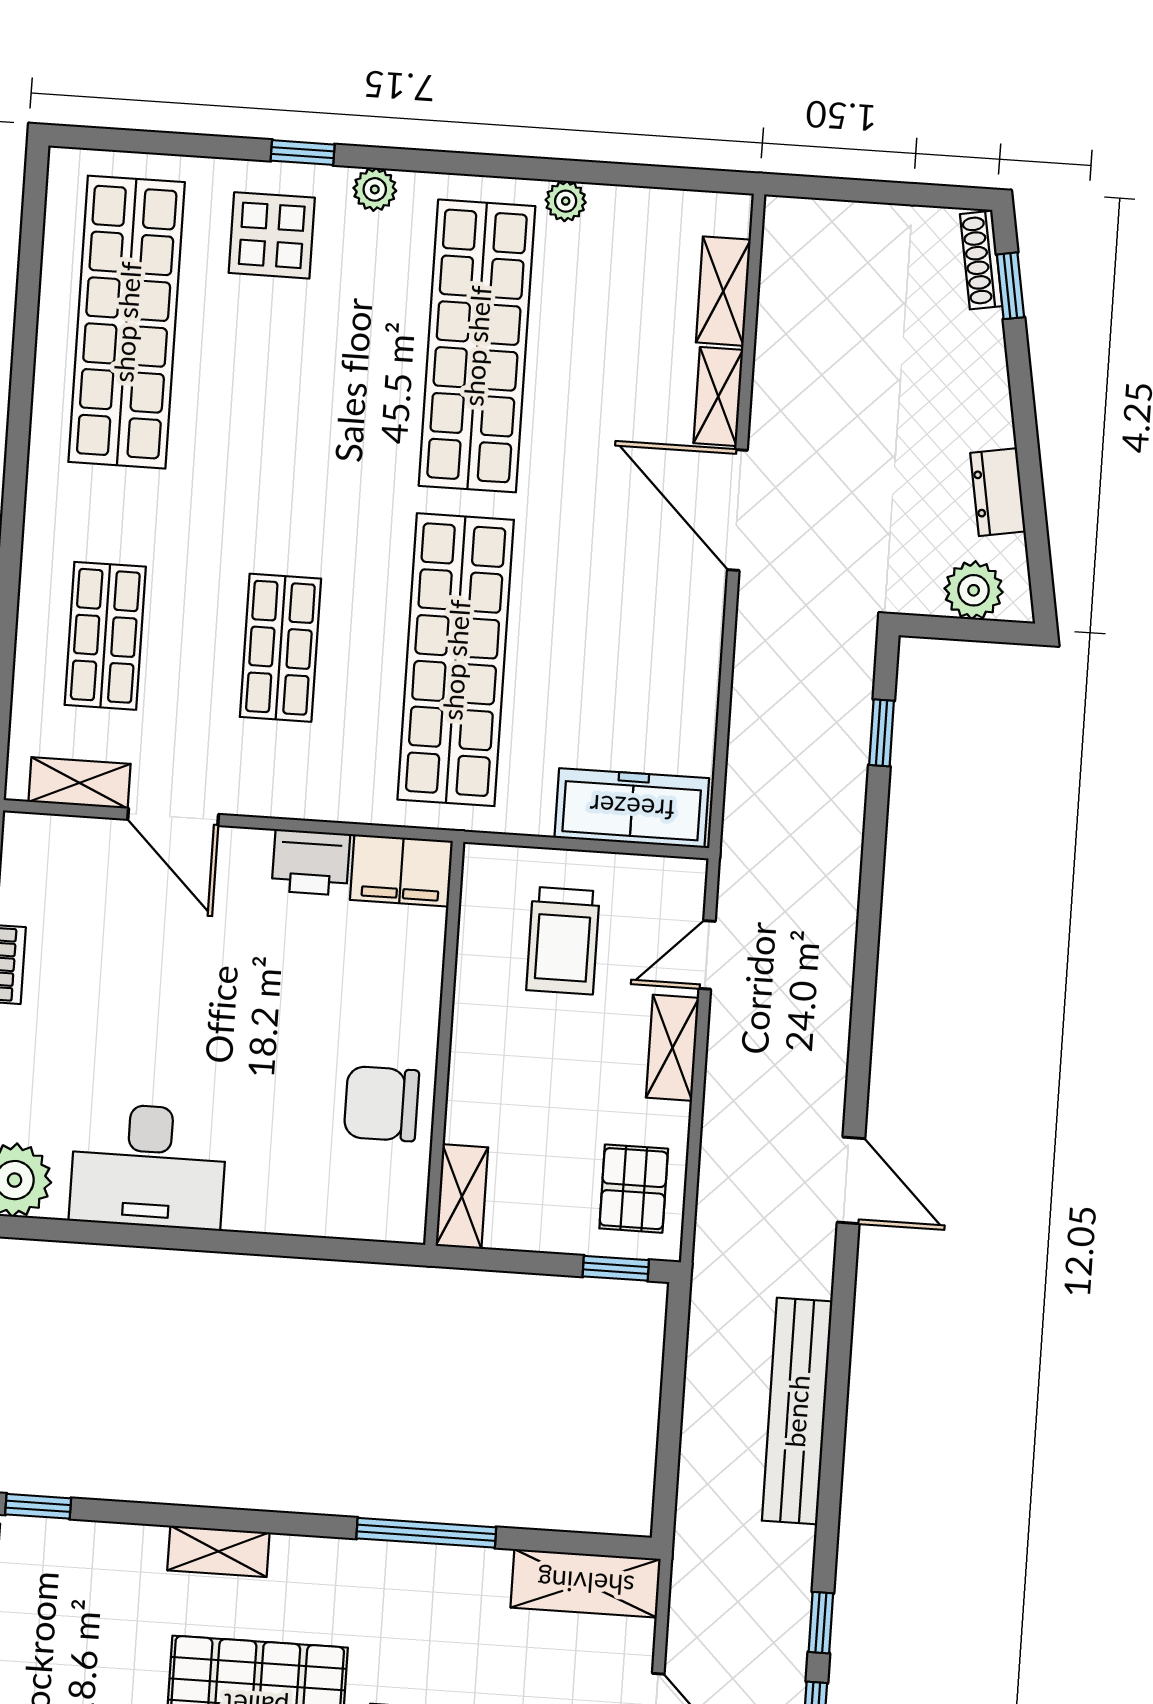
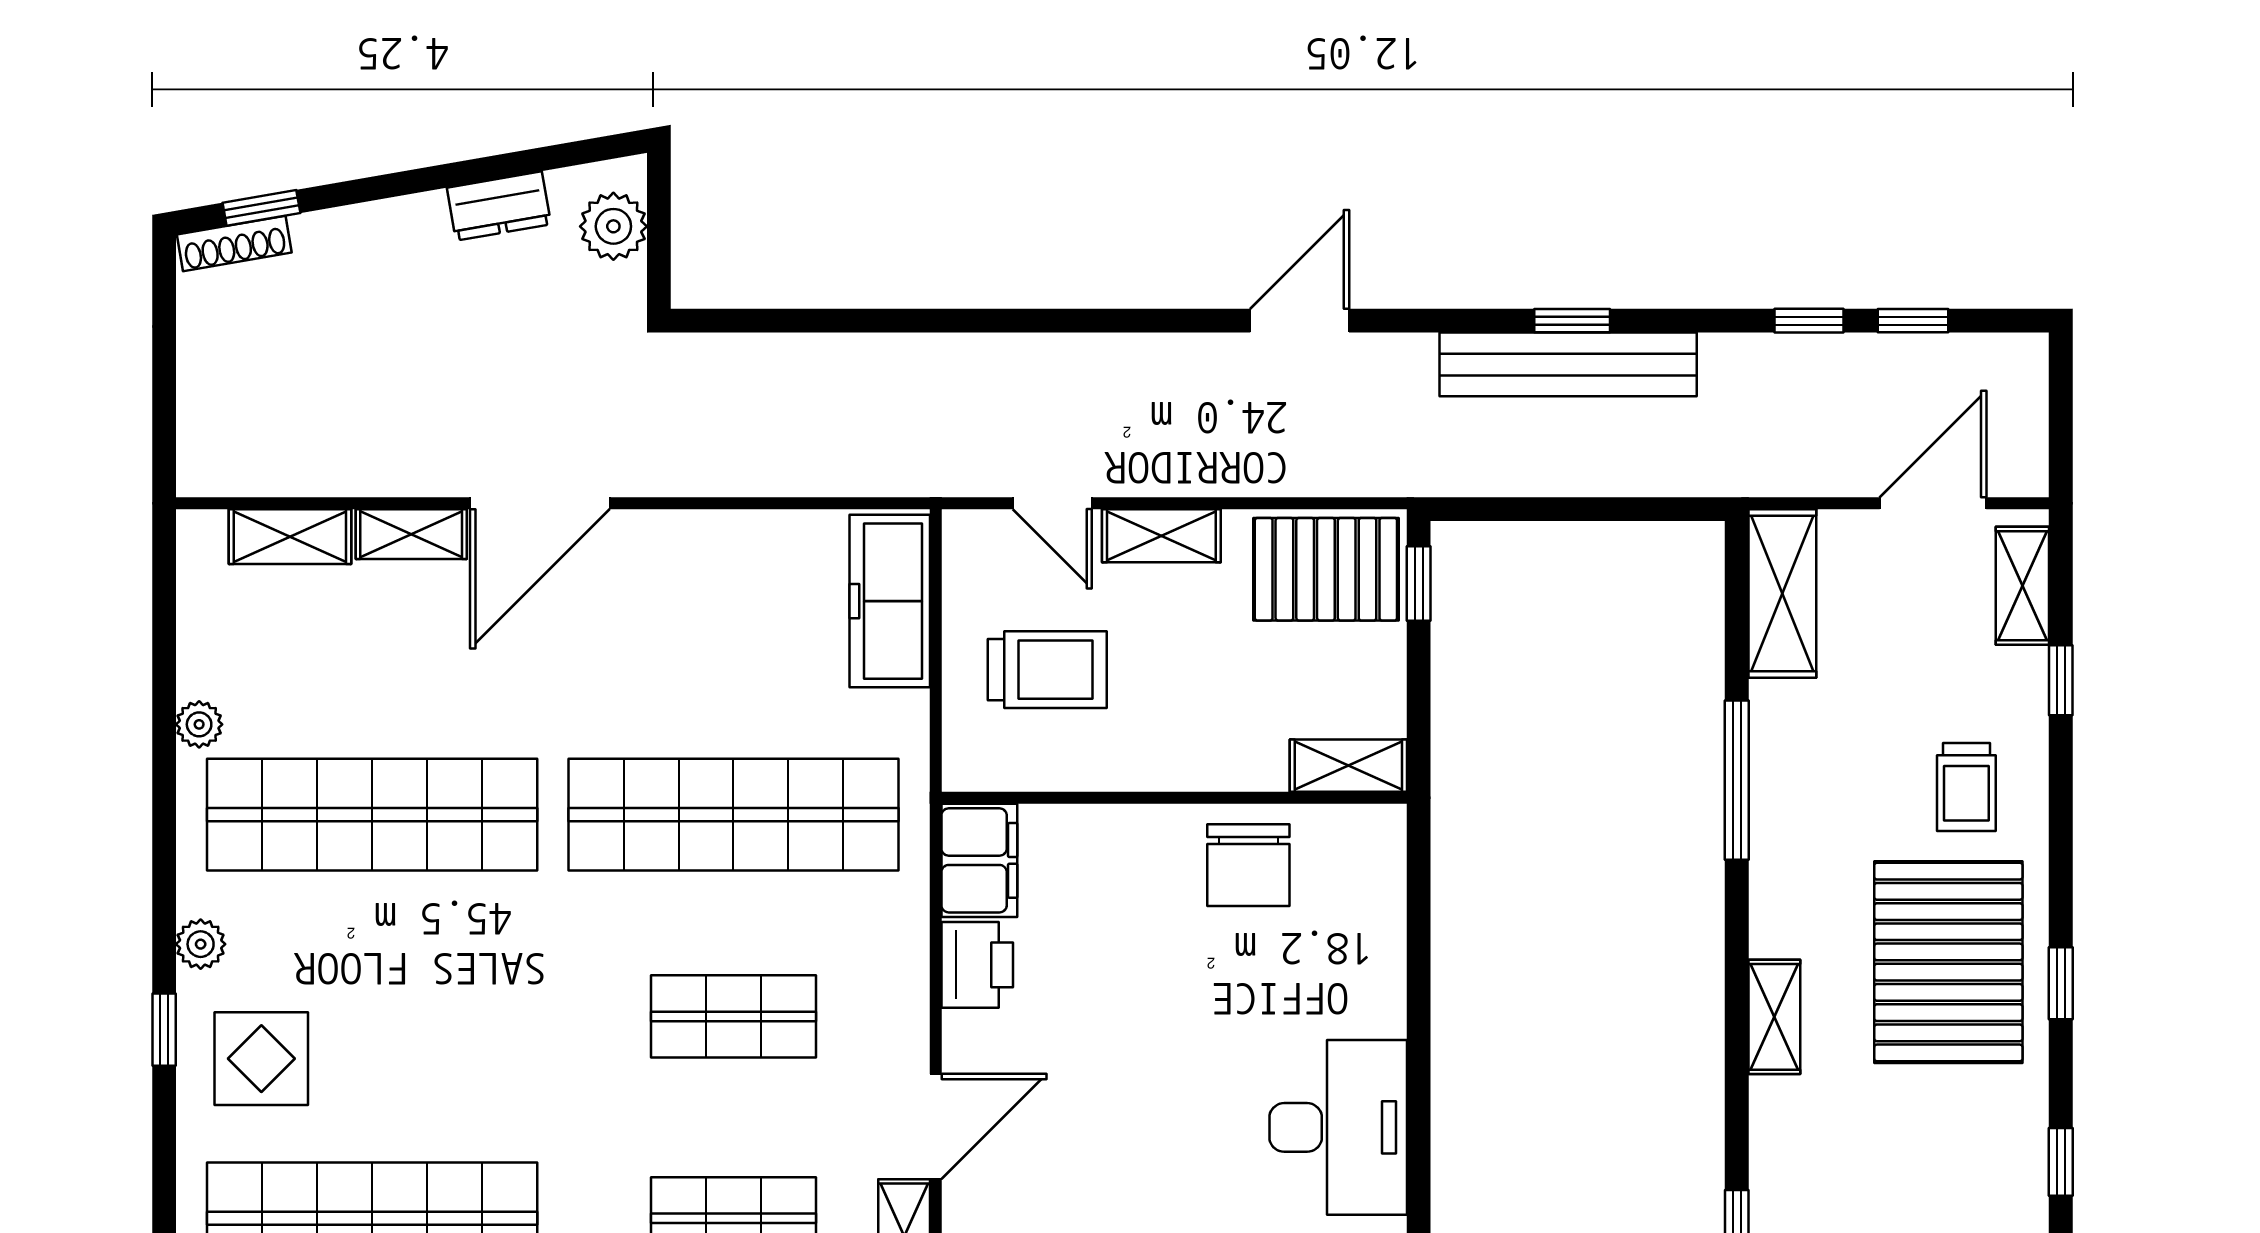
window: (882, 733) -> (1572, 321), moved
pallet: (634, 1189) -> (1326, 569), width x1.50, depth x1.42

